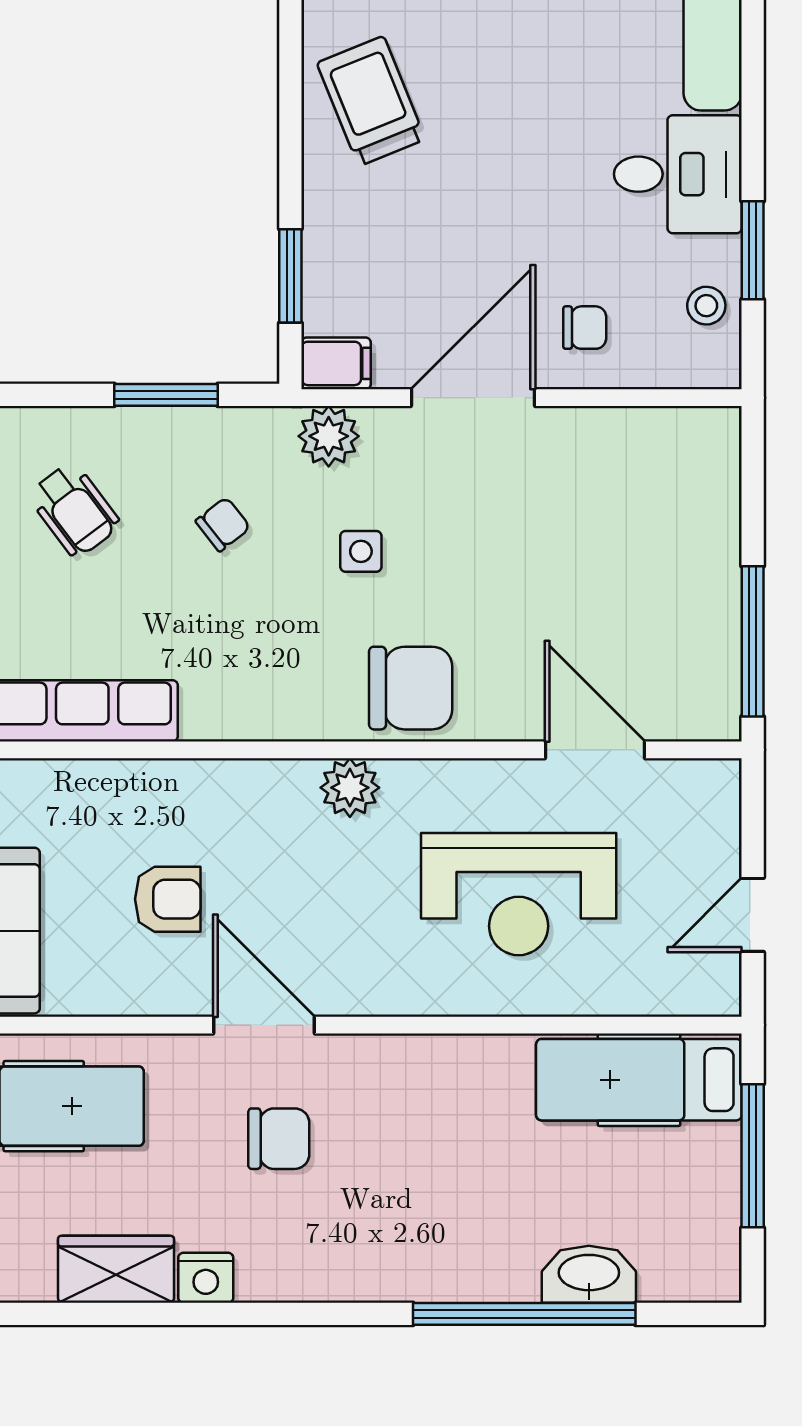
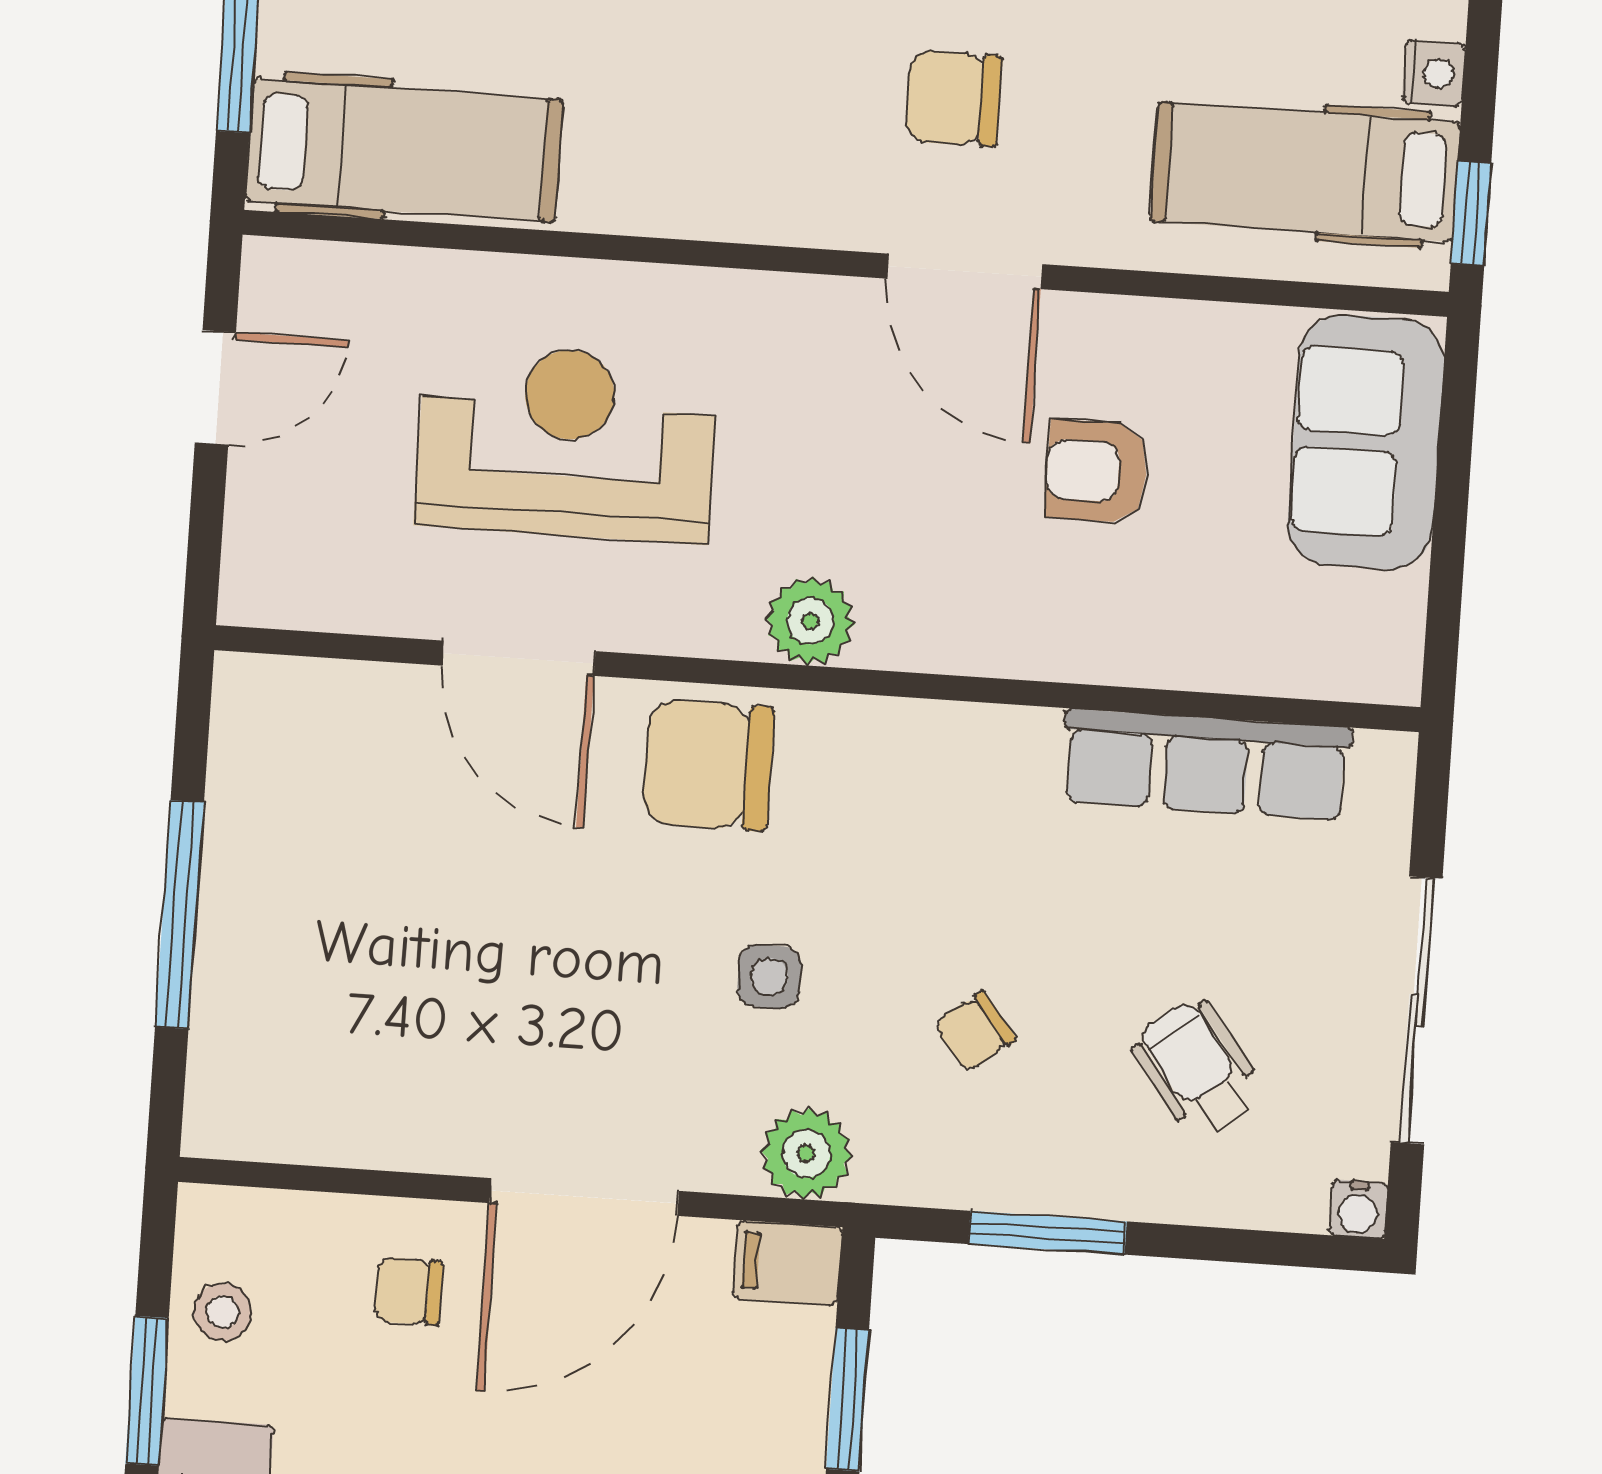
window: (753, 641) -> (179, 915), moved
door: (595, 750) -> (519, 658), moved

